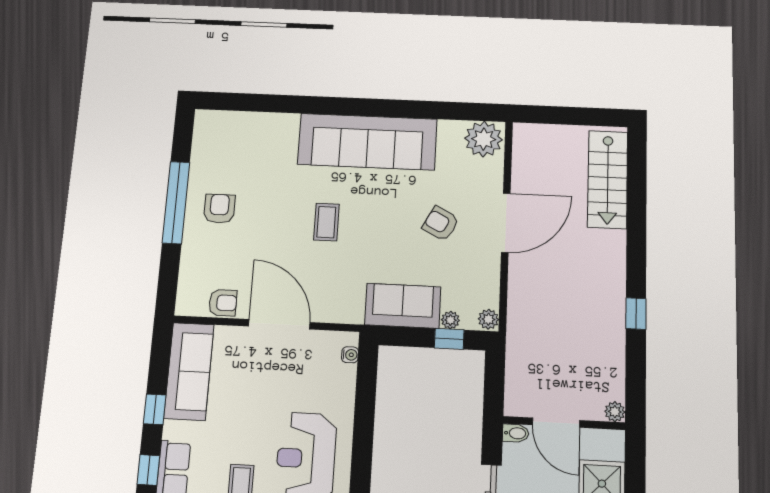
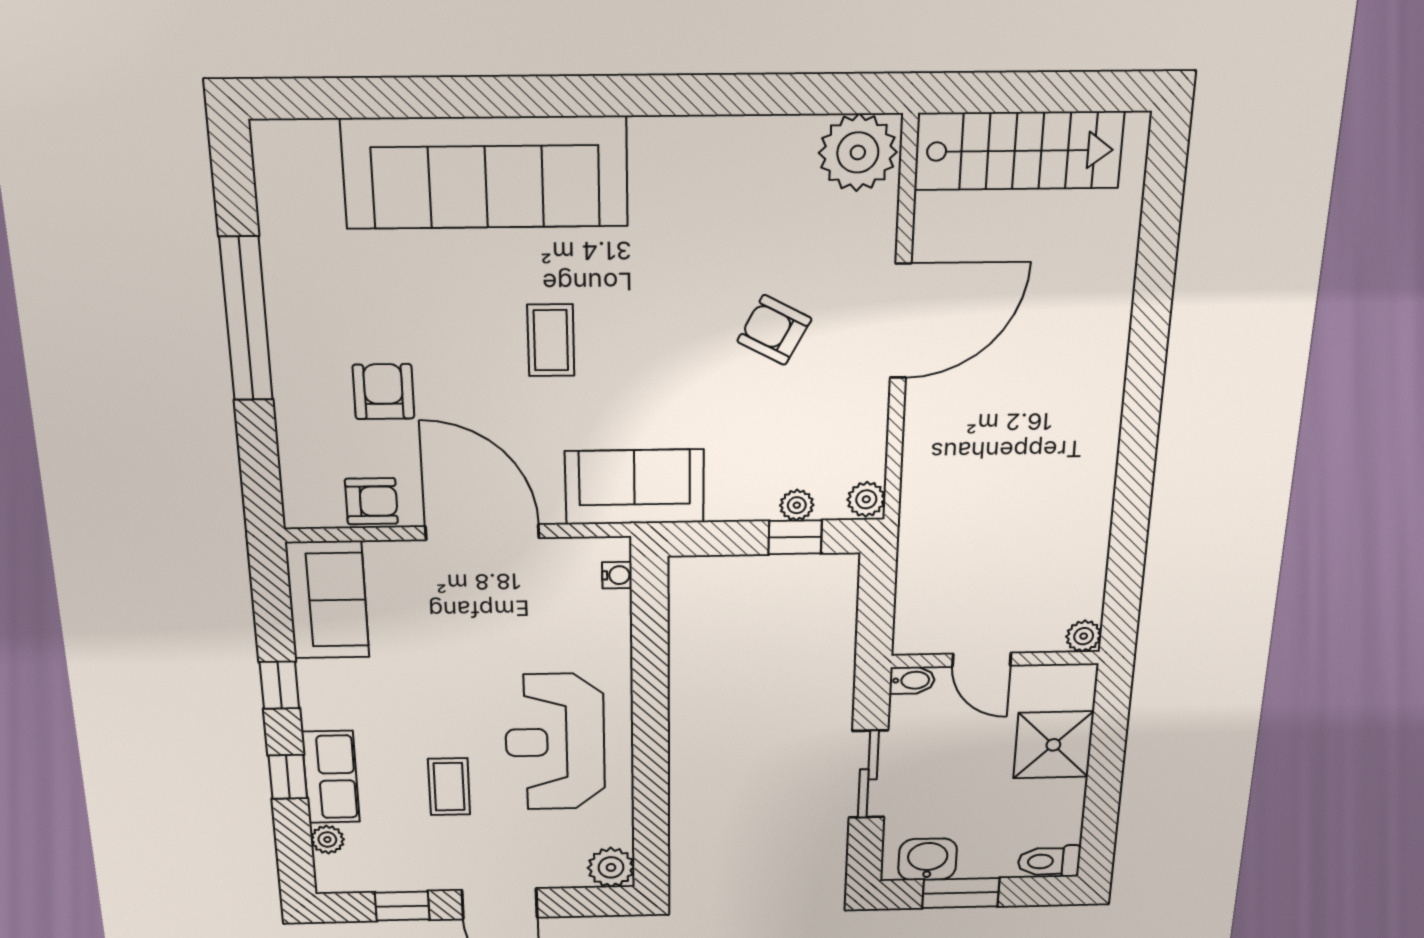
sofa: (367, 142) -> (485, 173), moved
stairs: (608, 179) -> (1019, 151), moved, turned -90
armchair: (219, 209) -> (383, 392), moved
sofa: (403, 306) -> (635, 487), moved
window: (636, 314) -> (1135, 473), removed
sofa: (189, 371) -> (328, 600), width x0.73
door: (556, 423) -> (982, 660), width x0.73

